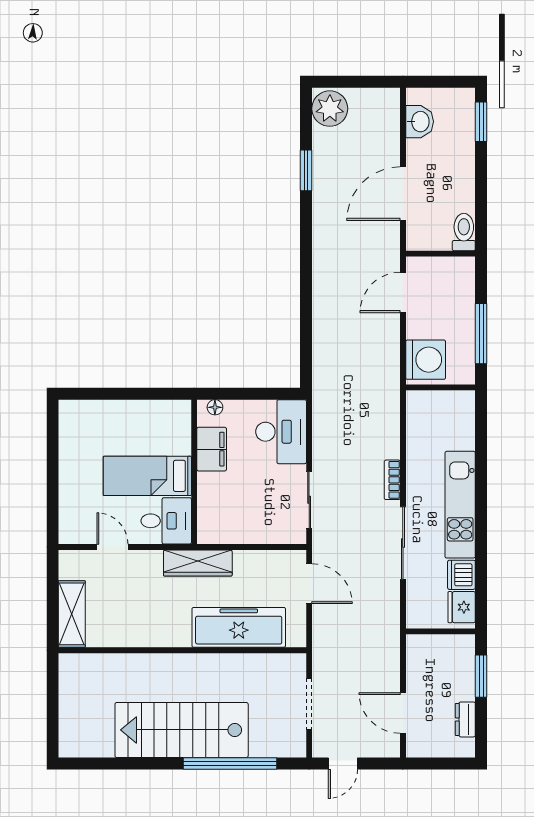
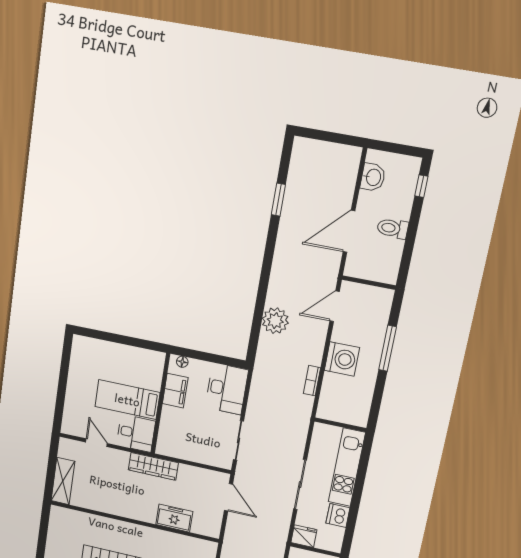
plant: (330, 109) -> (275, 321), moved
window: (481, 122) -> (421, 186), width x0.67
toilet: (464, 232) -> (393, 228), moved, turned -90
wall: (441, 387) -> (340, 425), moved
bookcase: (392, 480) -> (312, 381), moved
fridge: (462, 607) -> (304, 536), moved, turned 90
freezer: (239, 627) -> (174, 518), width x0.52, depth x0.79

